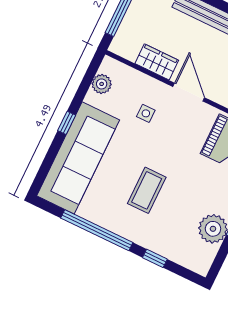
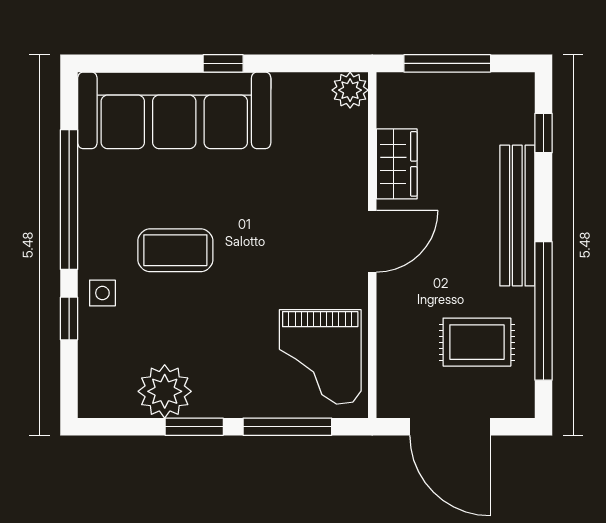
plant: (102, 84) -> (350, 90), moved
side table: (146, 113) -> (102, 293), moved

